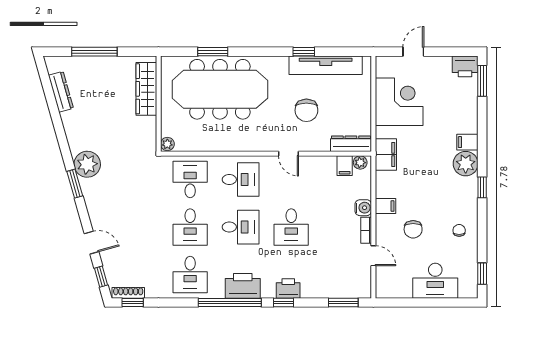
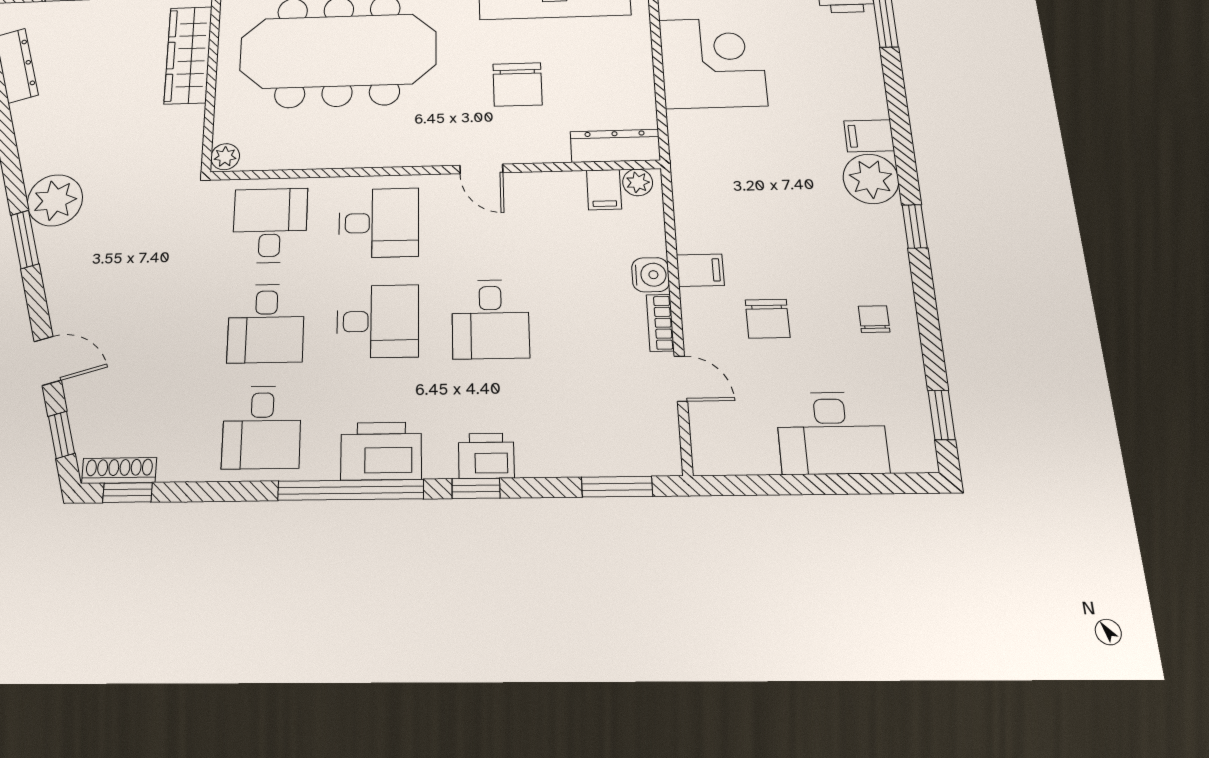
filing cabinet: (386, 155) -> (693, 165), removed

